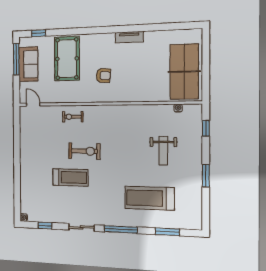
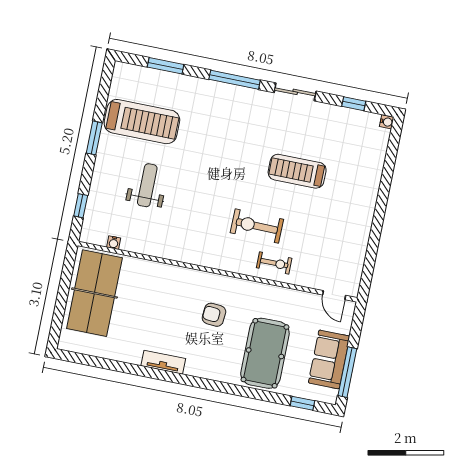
exercise bike: (84, 151) -> (257, 226), moved
treadmill: (149, 198) -> (142, 122), moved

